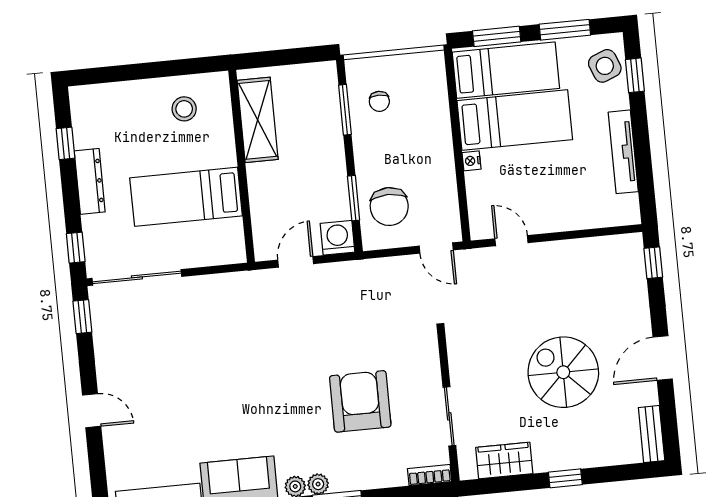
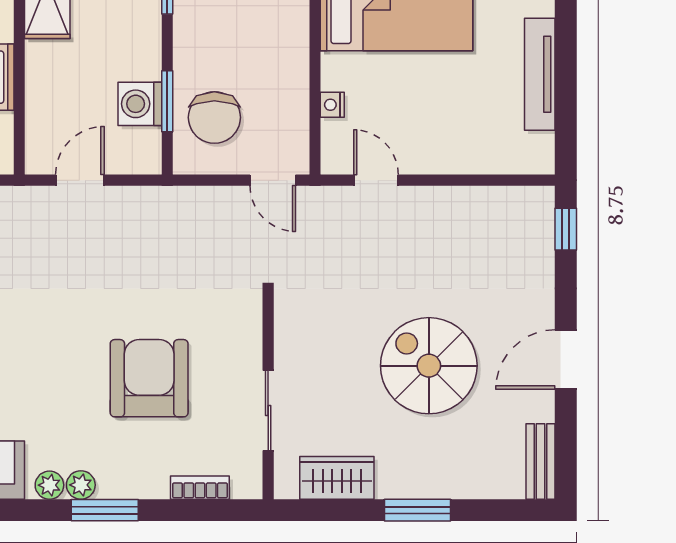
nightstand: (471, 161) -> (332, 105), moved
washing machine: (337, 238) -> (140, 104), moved, turned -90
bookcase: (430, 475) -> (200, 488), moved
window: (565, 478) -> (418, 510), width x1.50

